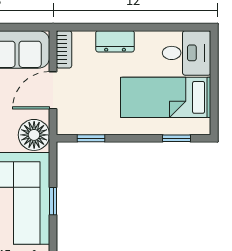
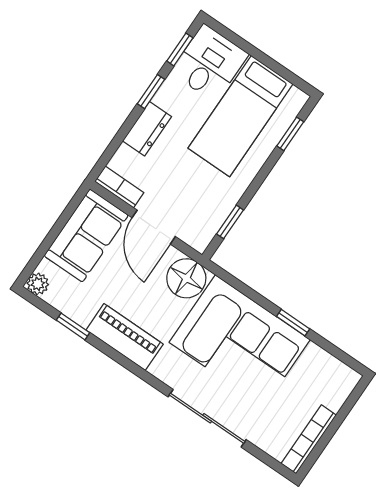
window: (141, 27) -> (151, 92), added
window: (182, 27) -> (180, 49), added
window: (53, 201) -> (293, 323), moved

